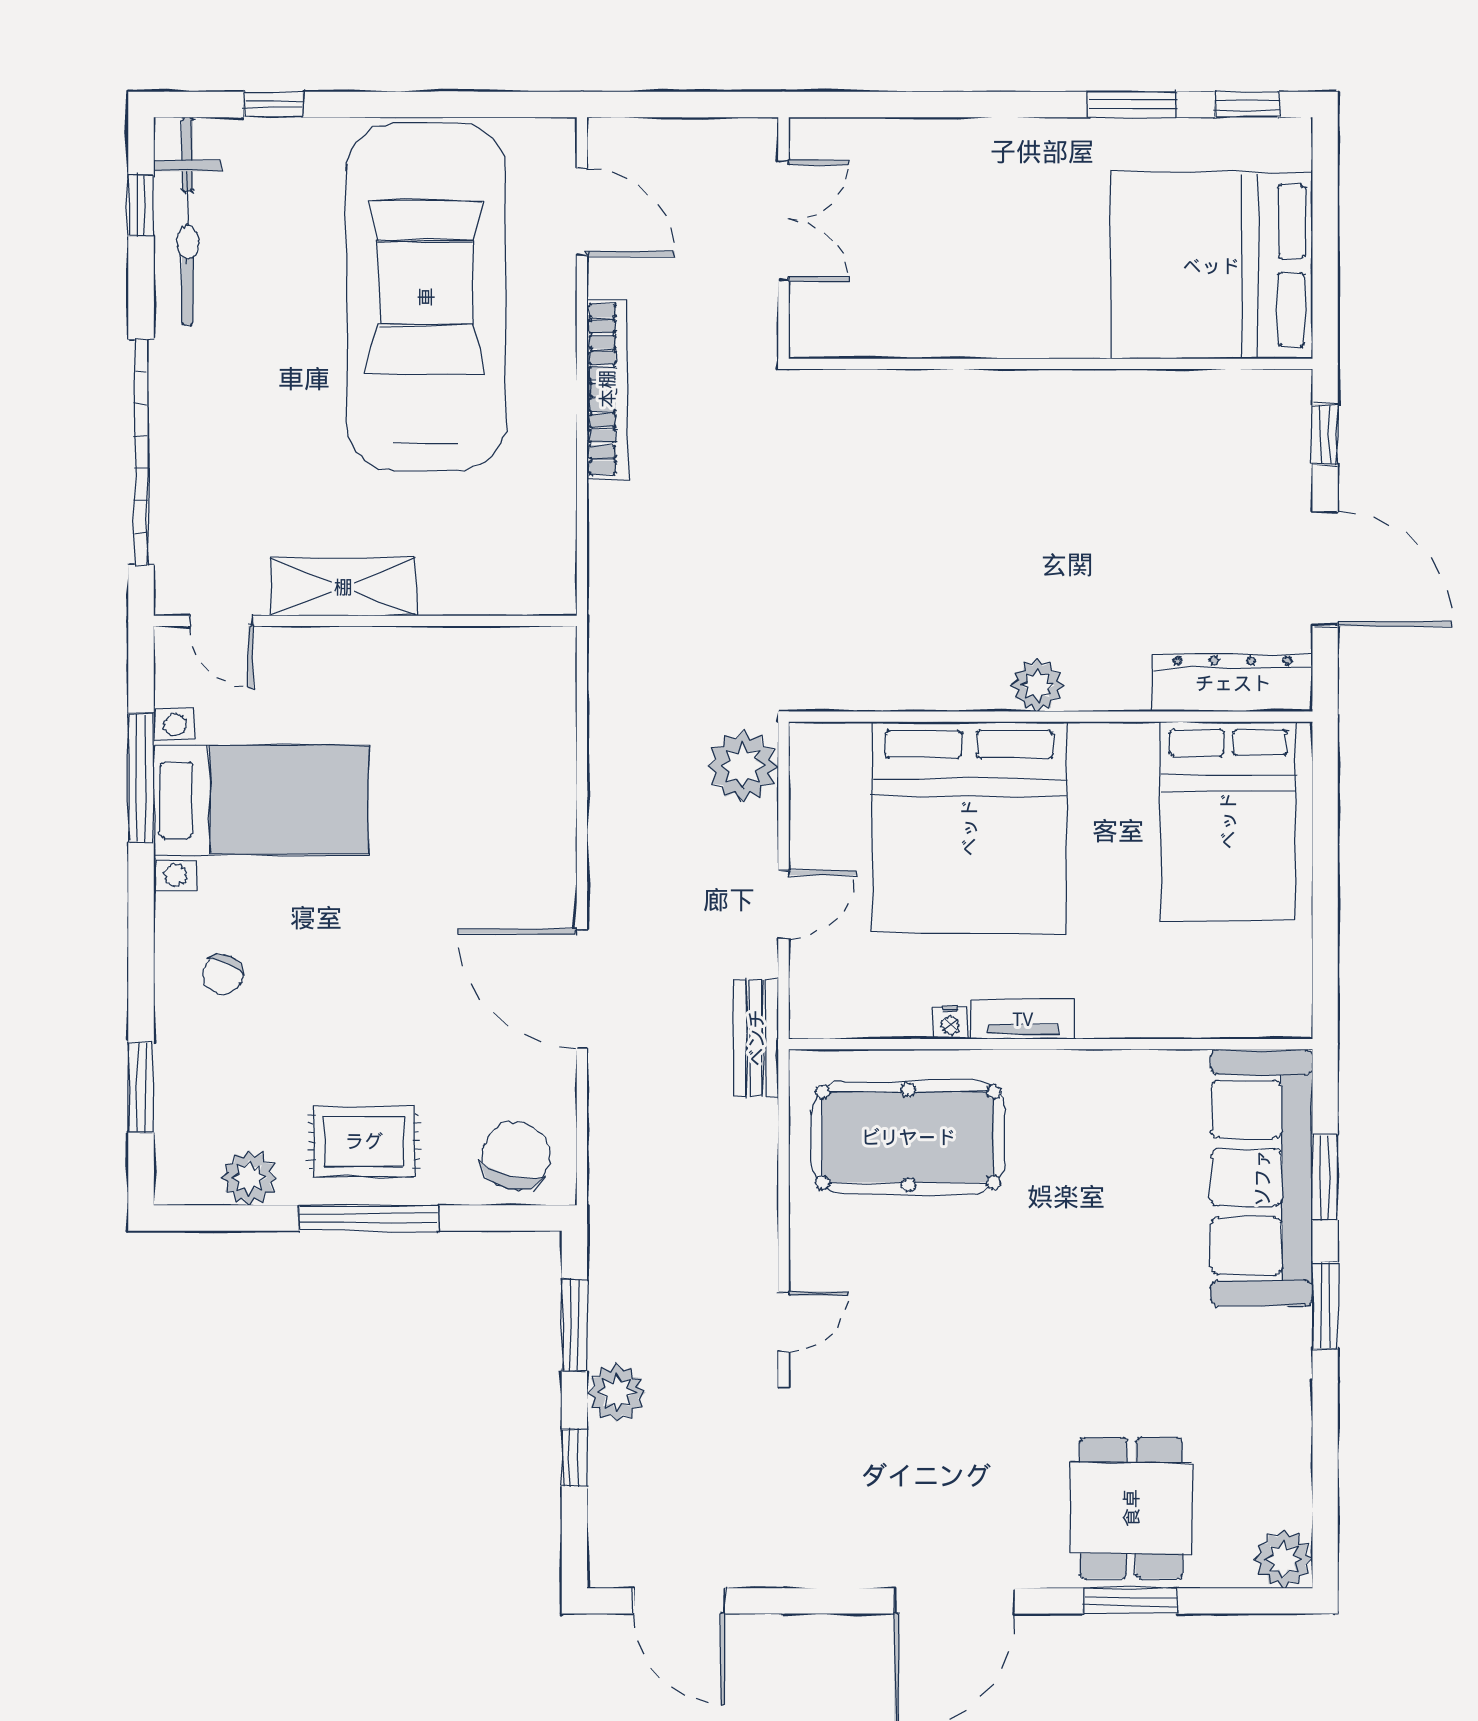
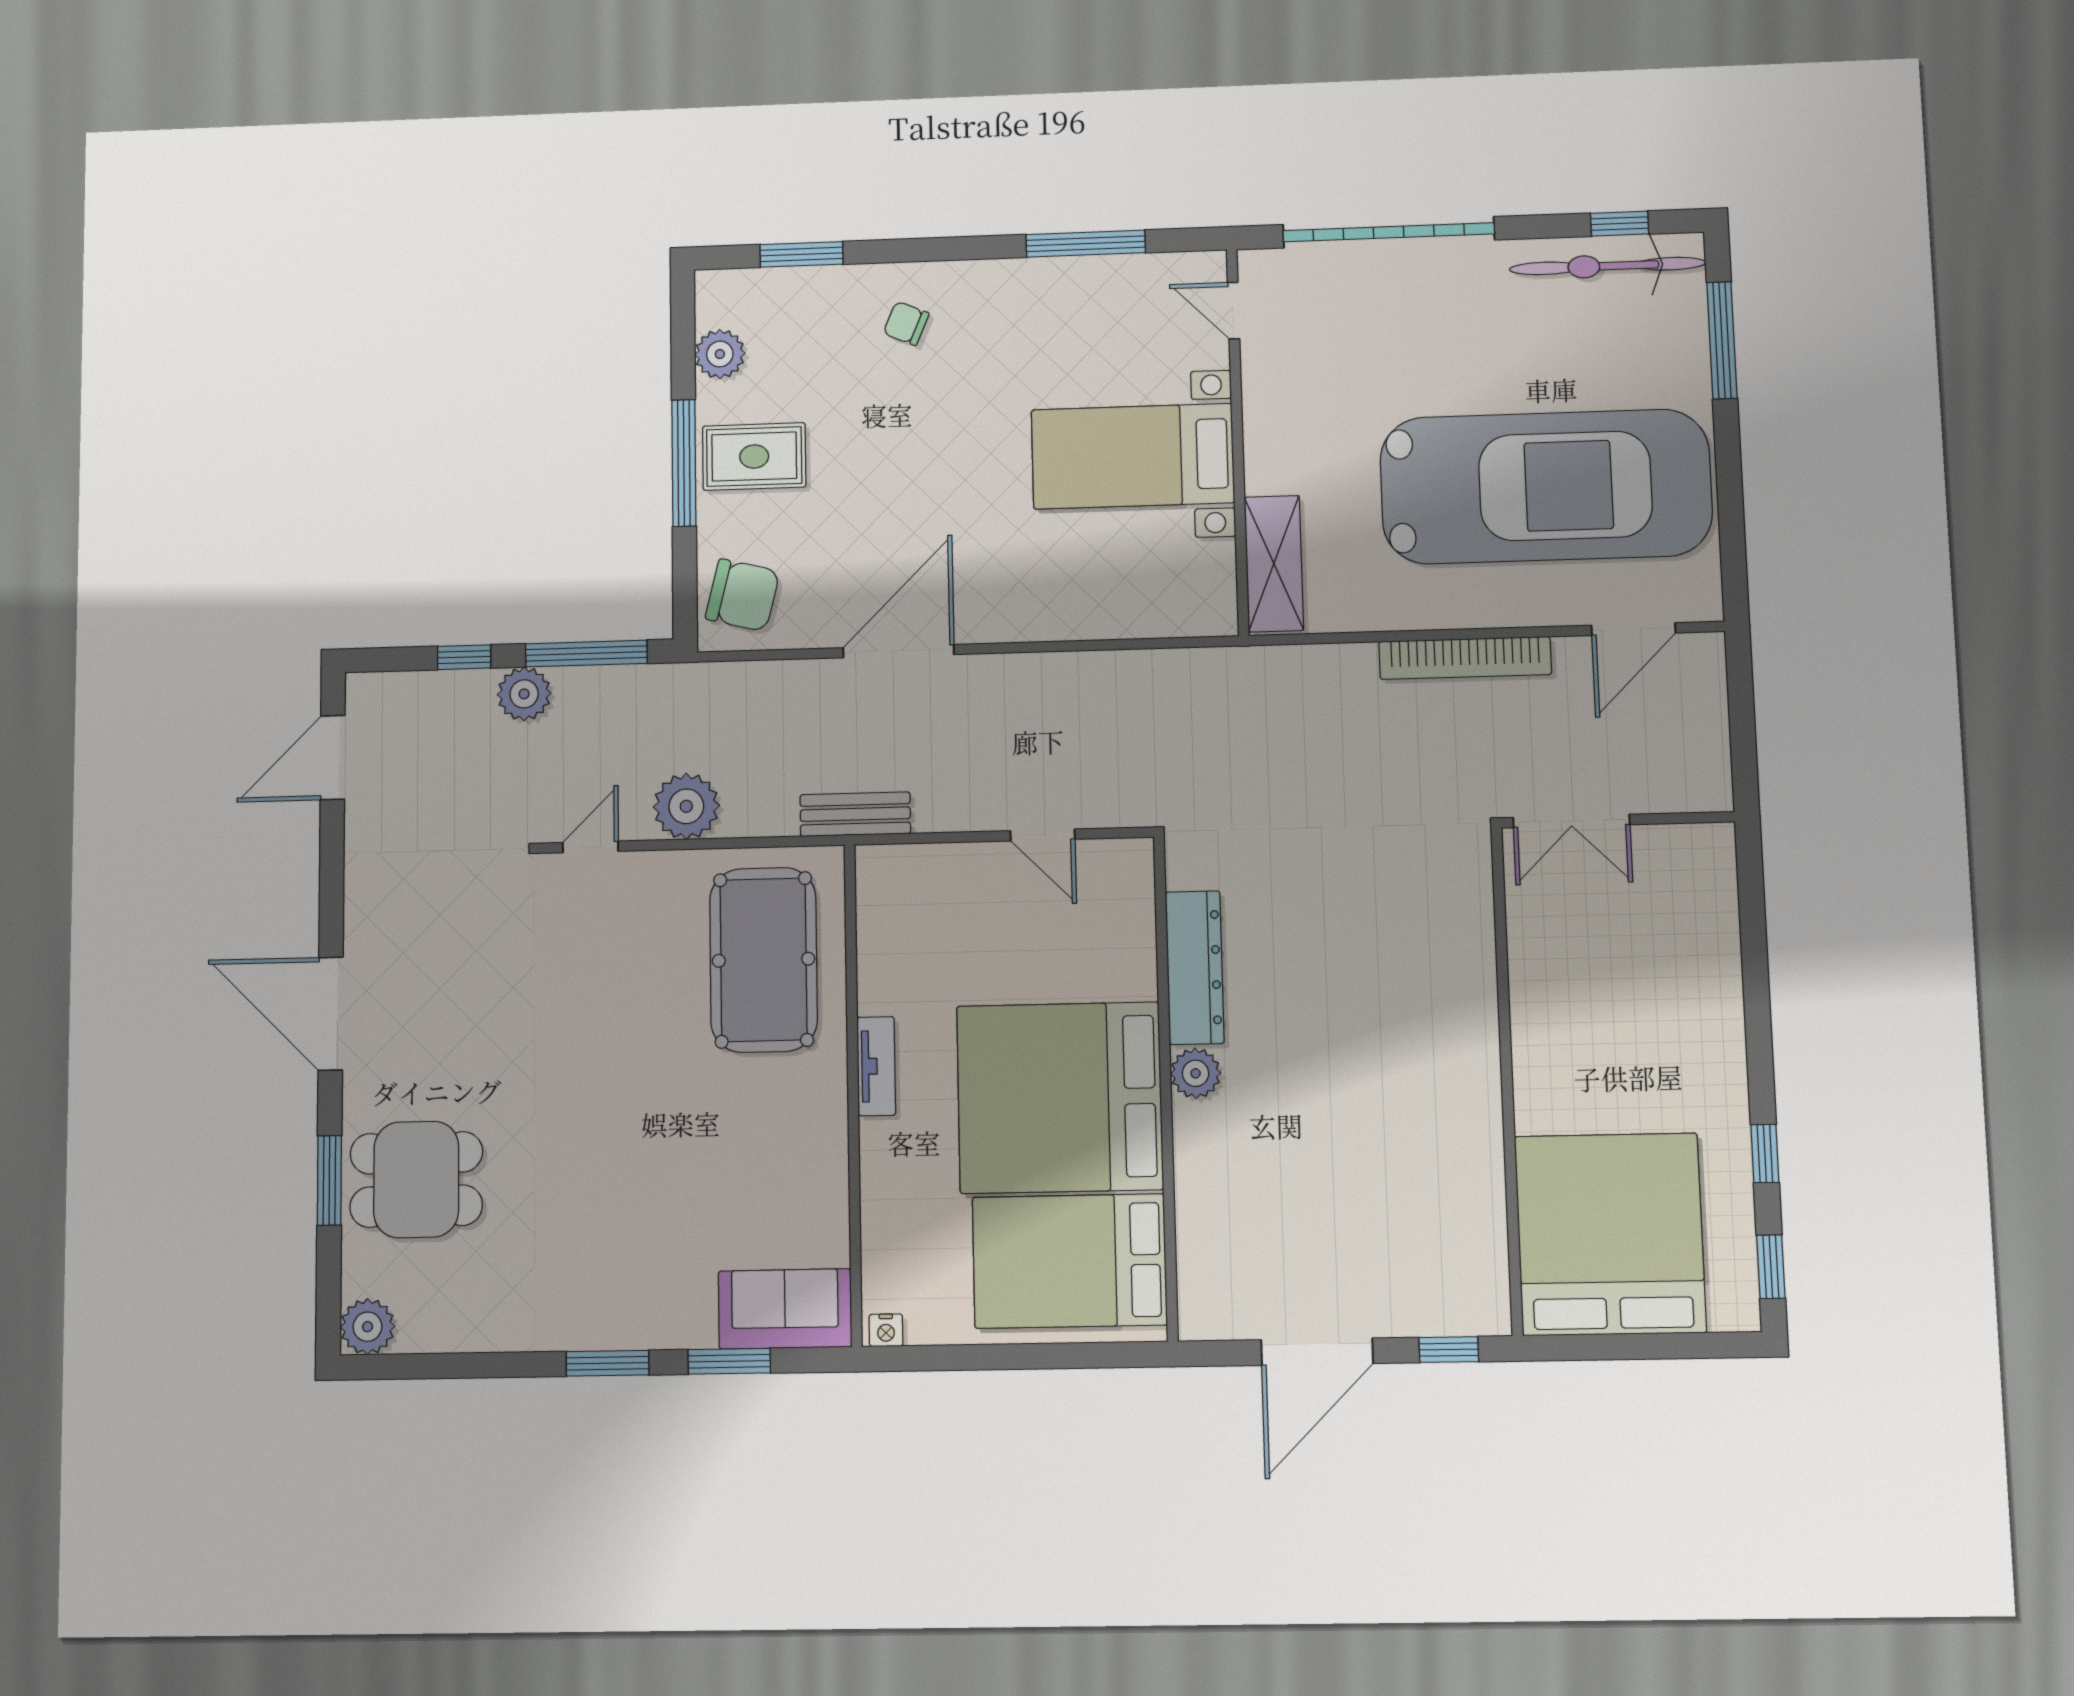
window: (273, 104) -> (1722, 340), width x2.17
window: (1132, 104) -> (1765, 1153), width x0.67
double door: (783, 221) -> (1571, 821), moved
shelving: (343, 587) -> (1274, 564), moved
door: (222, 621) -> (1234, 311), hinge flipped
dresser: (1233, 683) -> (1195, 968), moved
plant: (743, 766) -> (686, 806), moved
bed with nightstands: (261, 800) -> (1133, 456), moved, turned 90
bed: (969, 828) -> (1060, 1098), moved
door: (783, 905) -> (1043, 835), moved
nightstand: (950, 1023) -> (886, 1330), moved, turned -90
rug: (364, 1141) -> (754, 456), turned 90
sofa: (1262, 1178) -> (785, 1309), width x0.54, depth x0.79
door: (783, 1321) -> (590, 847), swing flipped
window: (574, 1325) -> (586, 654), width x1.44

